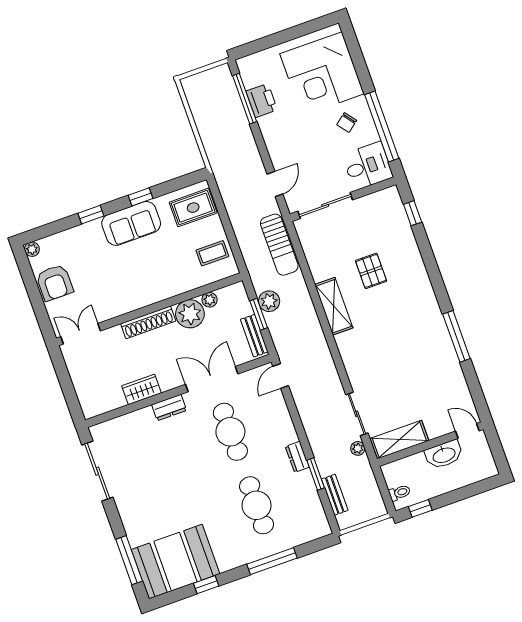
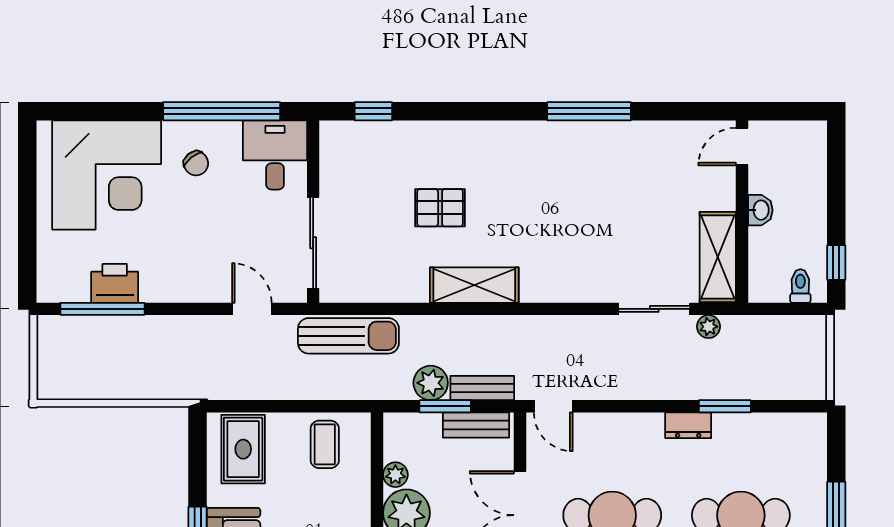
washbasin: (444, 455) -> (760, 210), width x0.52, depth x0.69
bench: (335, 495) -> (482, 388), moved

